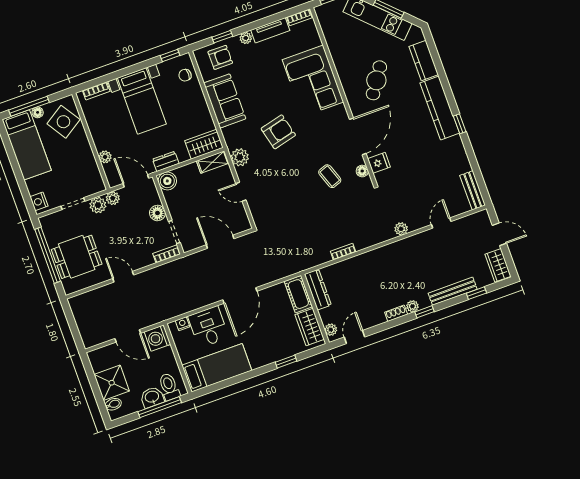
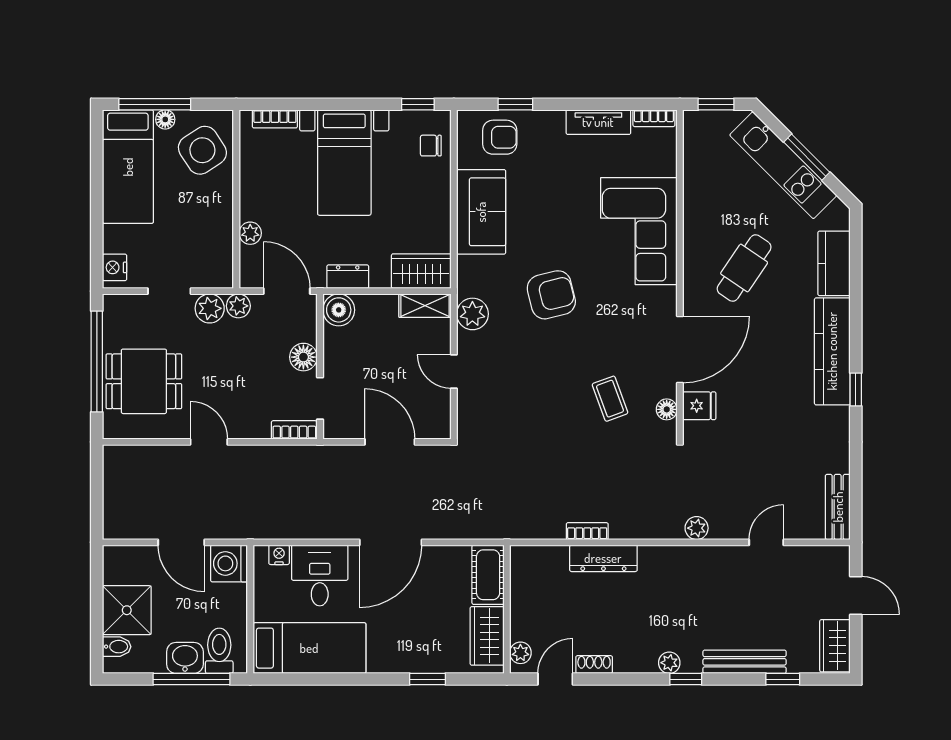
plant: (246, 38) -> (553, 120), removed
dresser: (318, 290) -> (603, 558), moved, turned 90
shoe rack: (396, 313) -> (594, 665), moved

